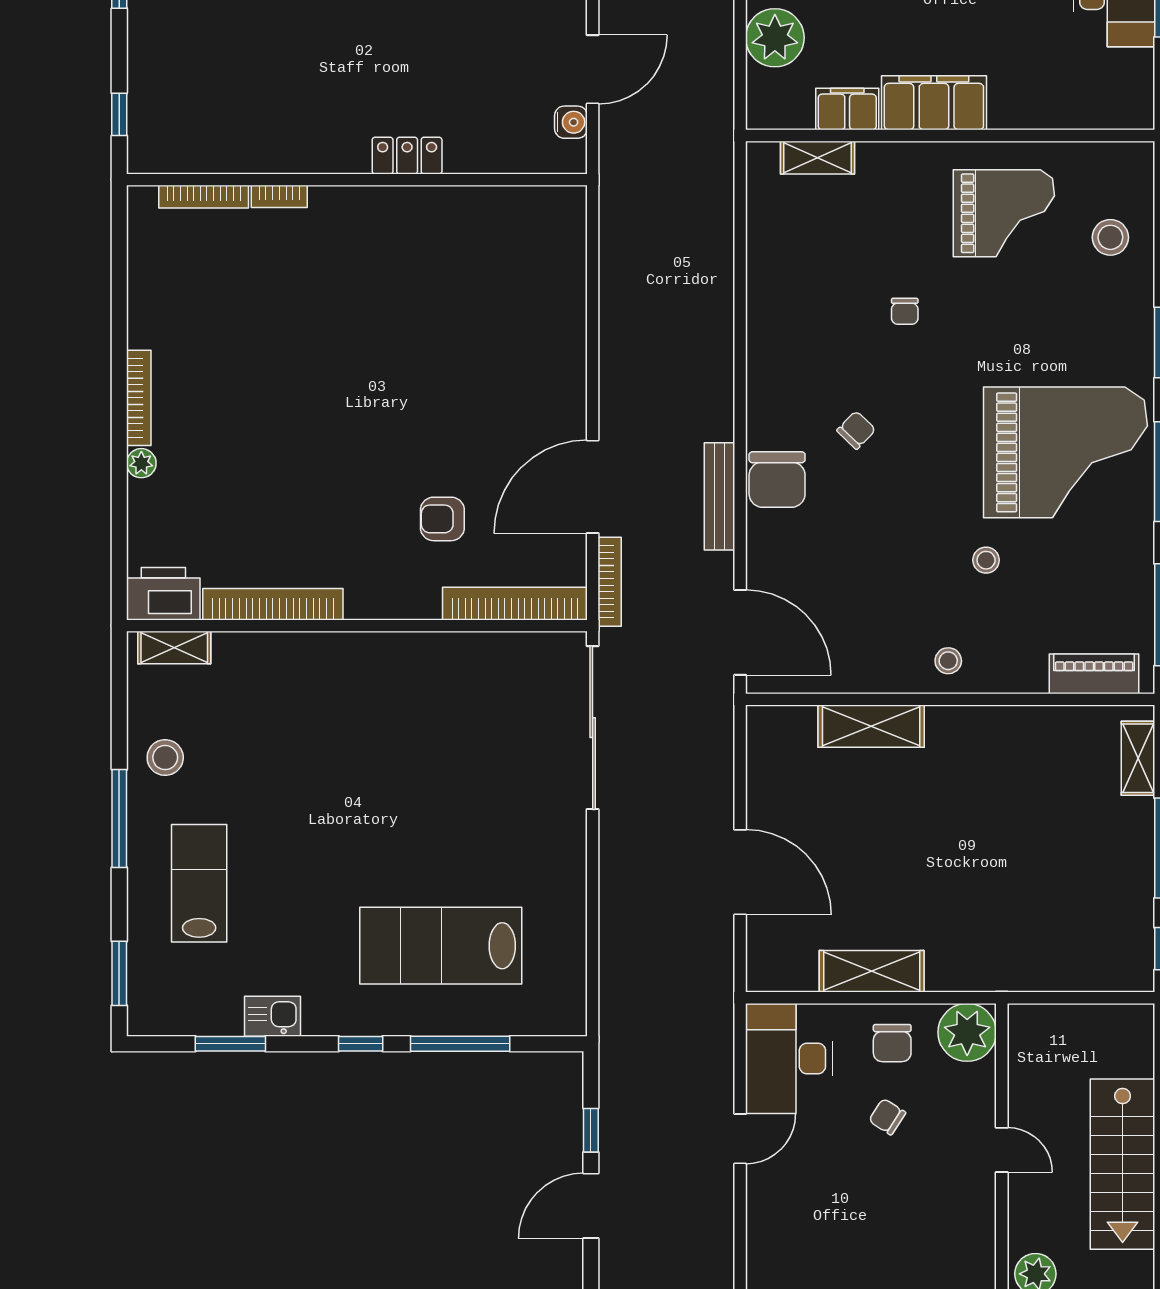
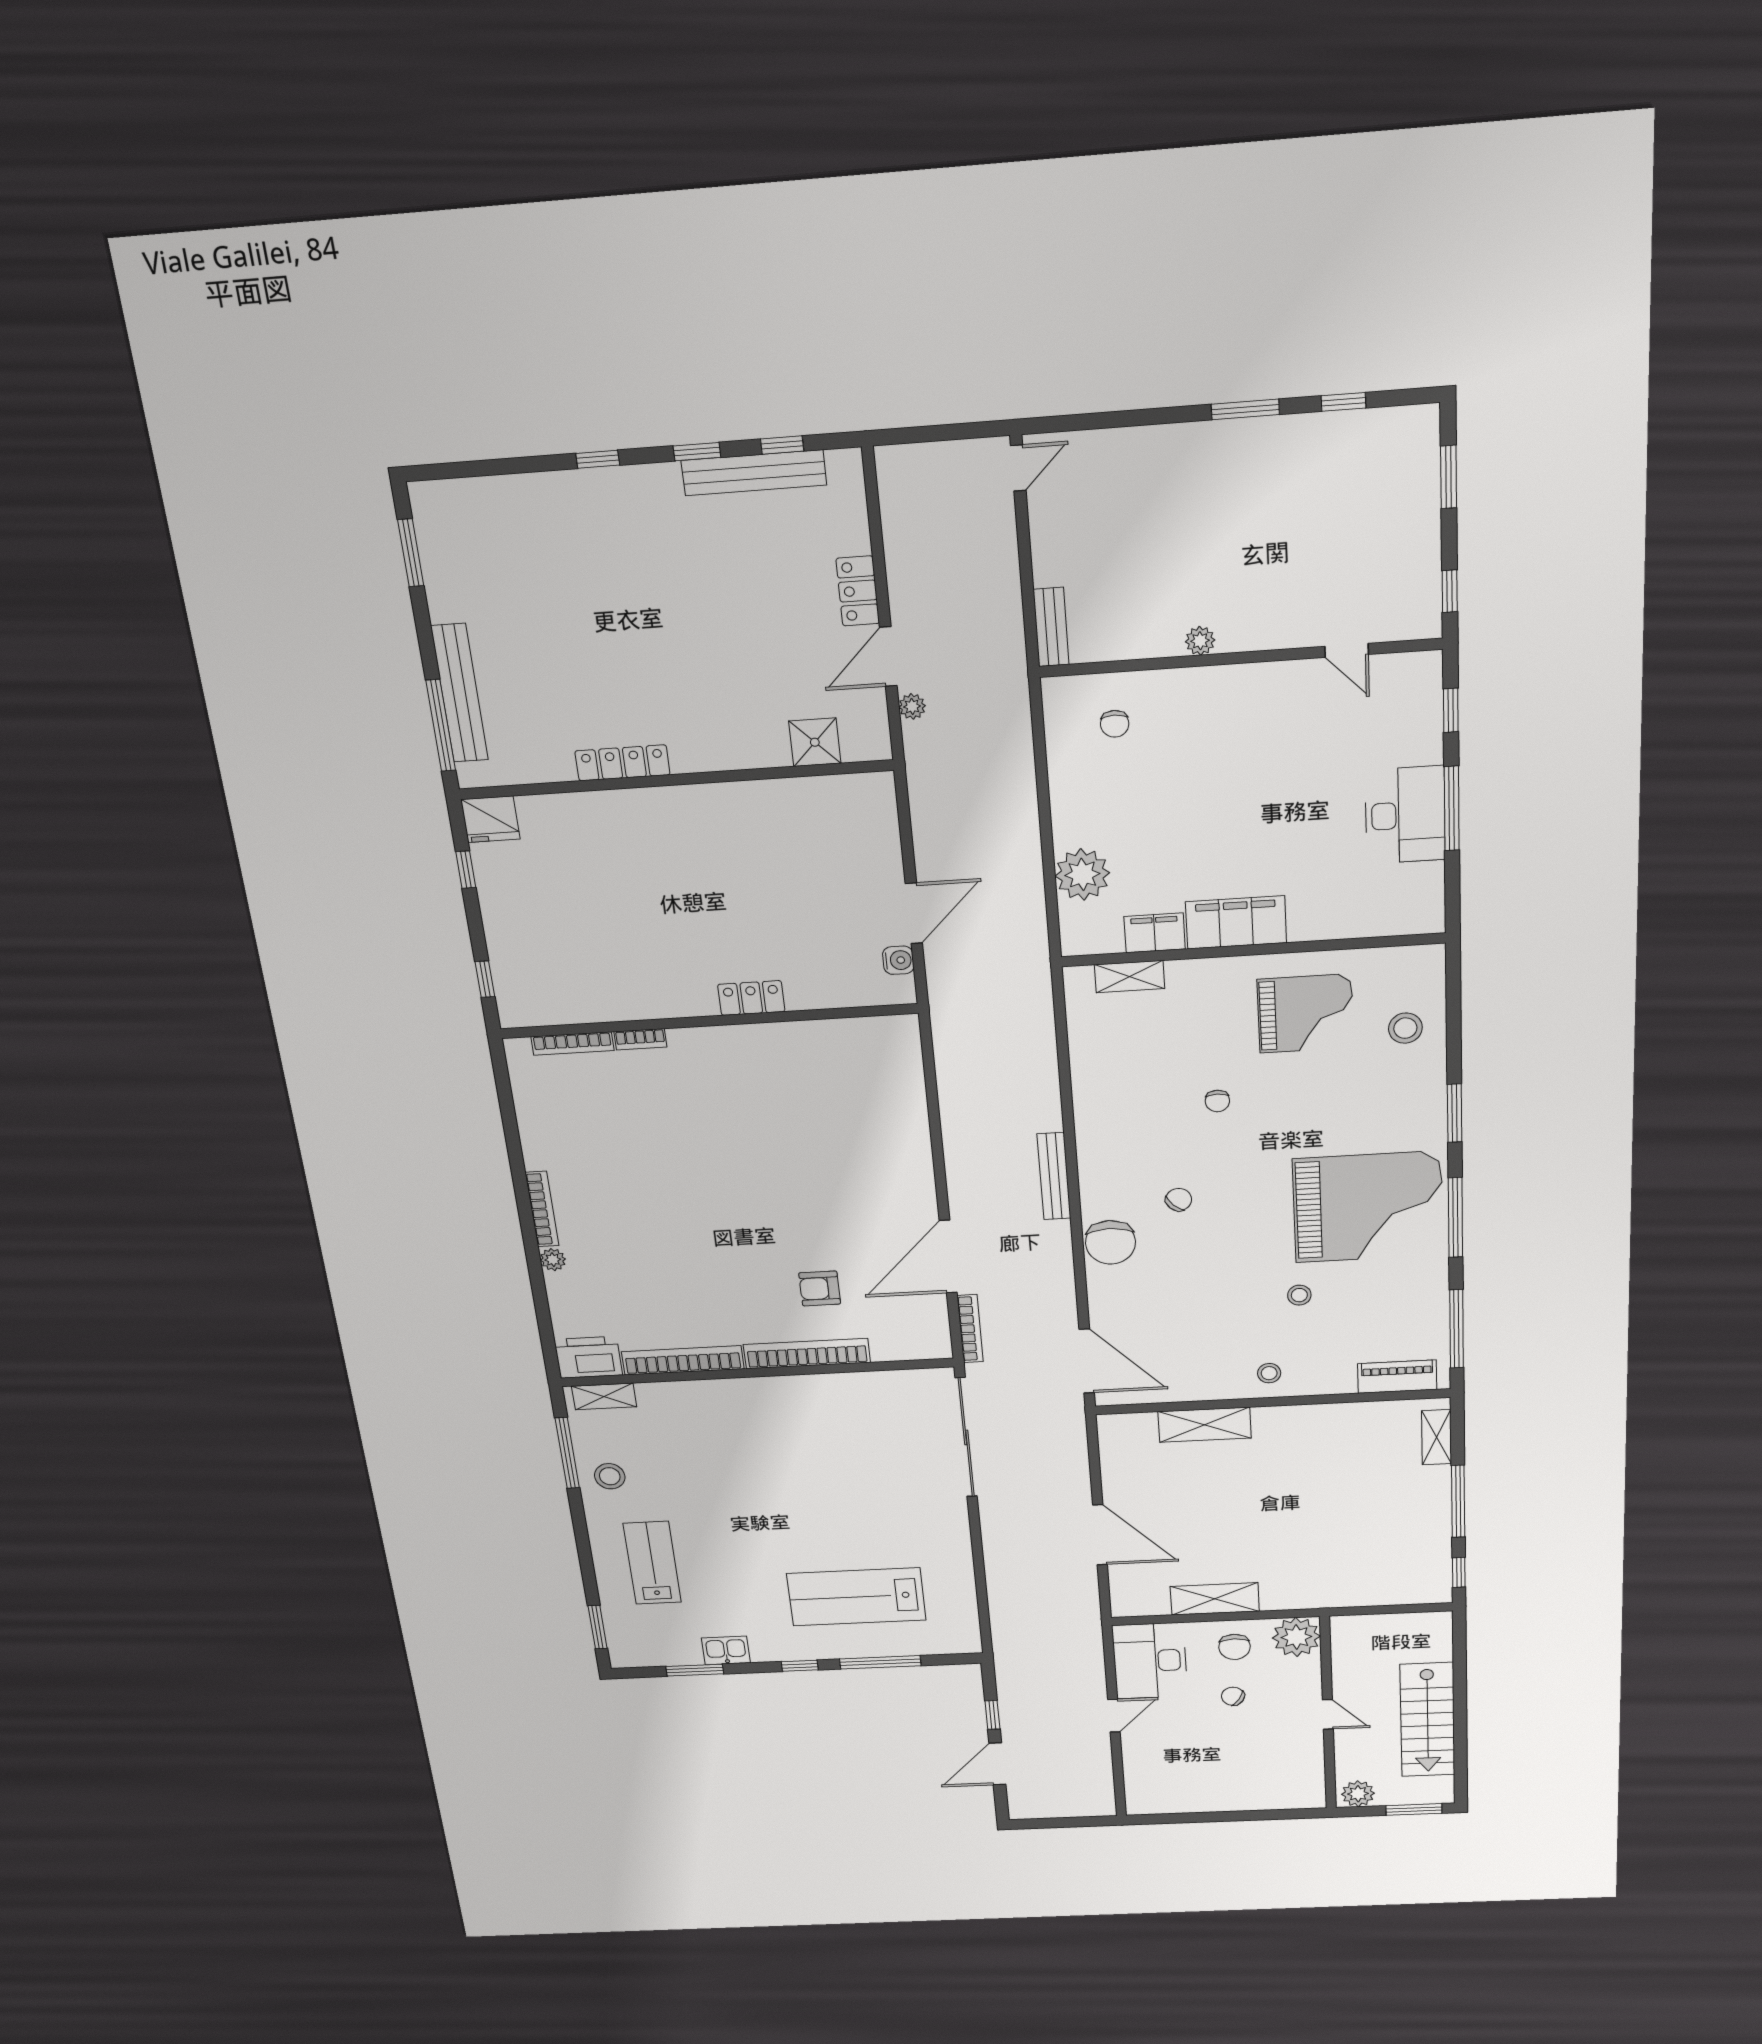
bench: (720, 496) -> (1054, 1176), moved
bookcase: (515, 604) -> (807, 1354), moved
window: (119, 819) -> (567, 1453), moved

